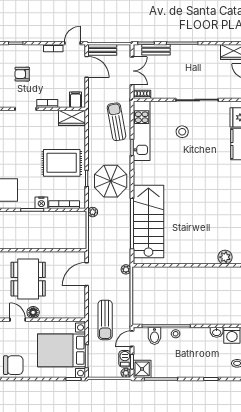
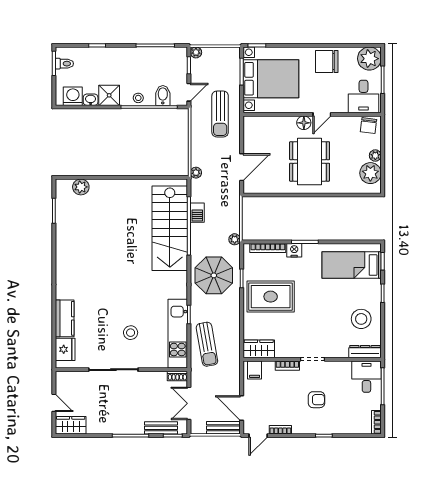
door: (18, 320) -> (322, 114), hinge flipped
sun lounger: (105, 320) -> (220, 114), turned 180
barbecue: (125, 359) -> (197, 213), moved
shower: (142, 369) -> (109, 95), moved

